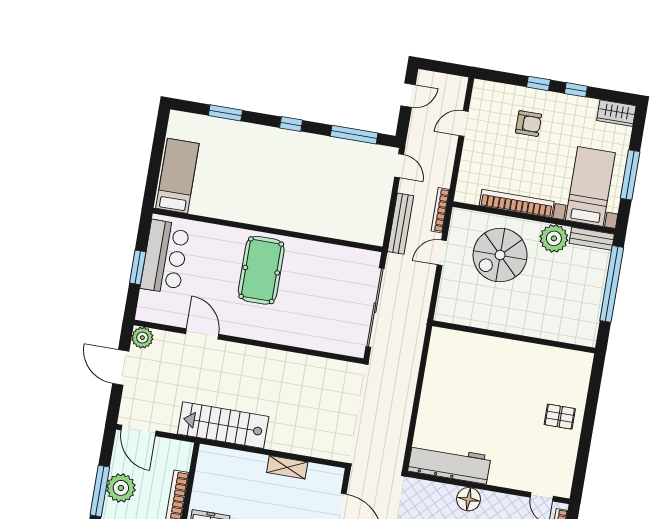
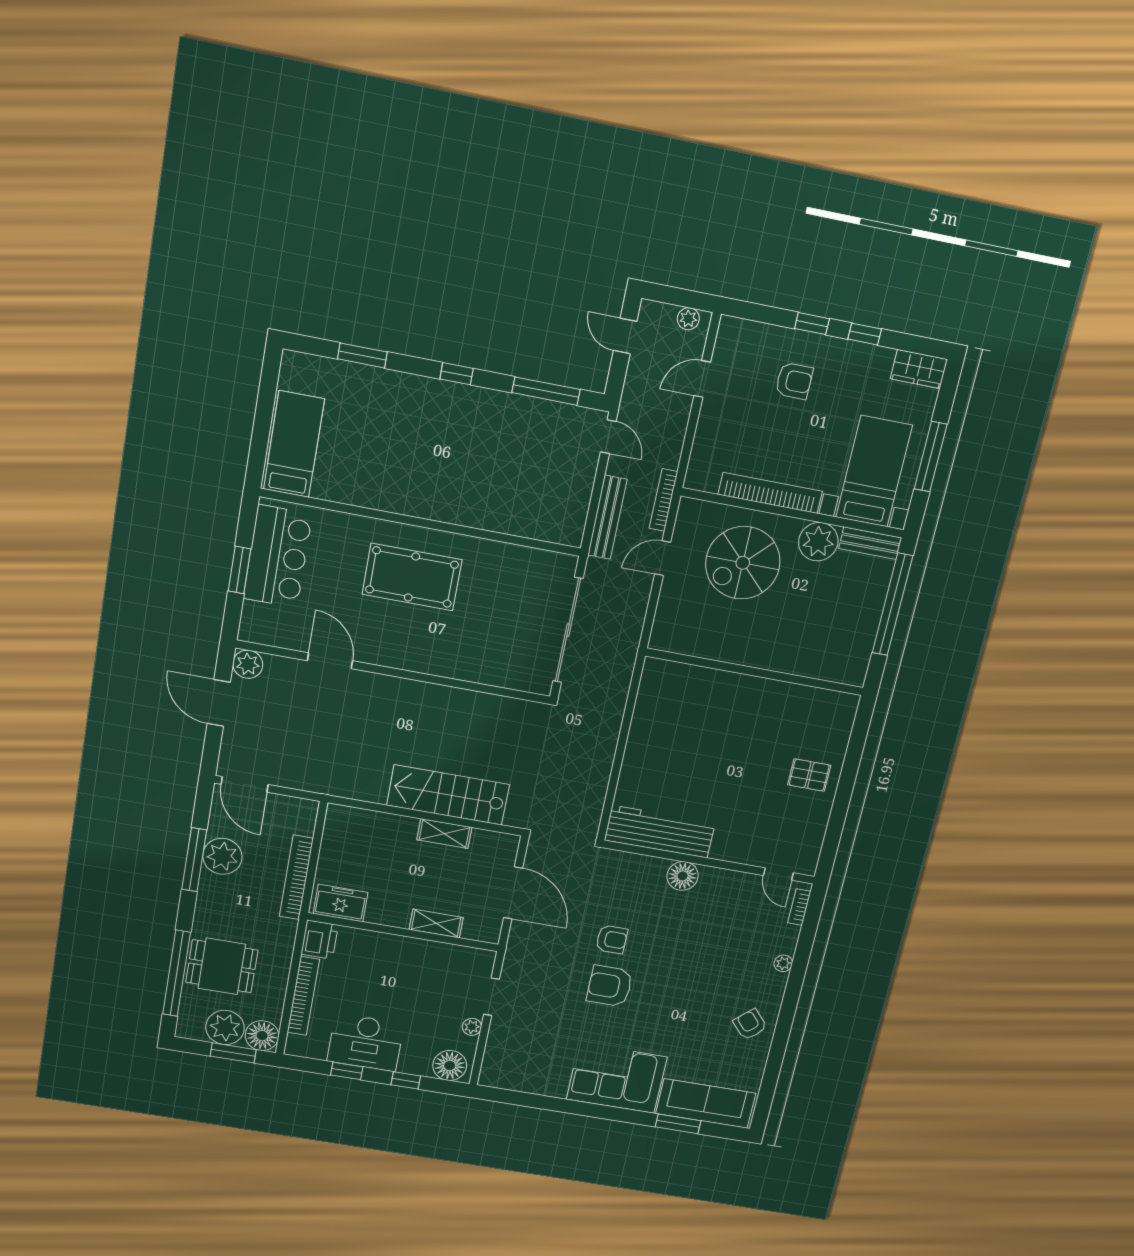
plant: (452, 82) -> (688, 319), added
door: (408, 95) -> (625, 336), swing flipped
pool table: (261, 270) -> (412, 577), turned 90
stairs: (223, 425) -> (448, 795), moved

